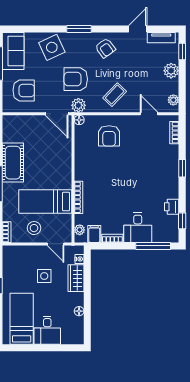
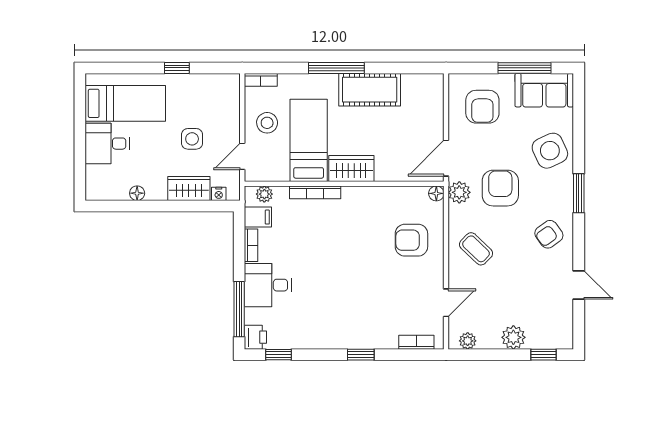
tv unit: (161, 38) -> (565, 322), removed
wardrobe: (63, 174) -> (351, 168), added
printer: (172, 207) -> (255, 337), moved, turned 90

